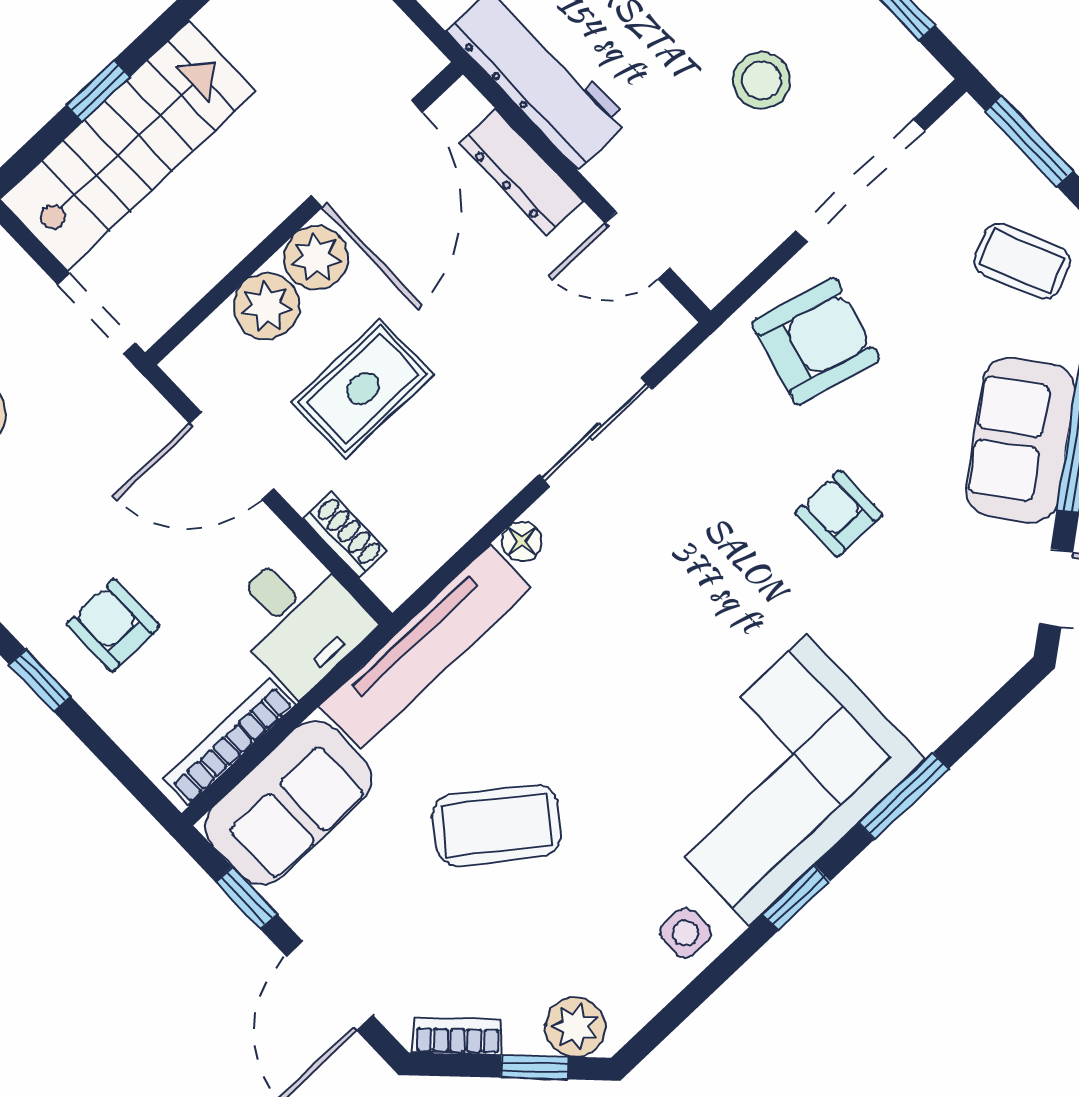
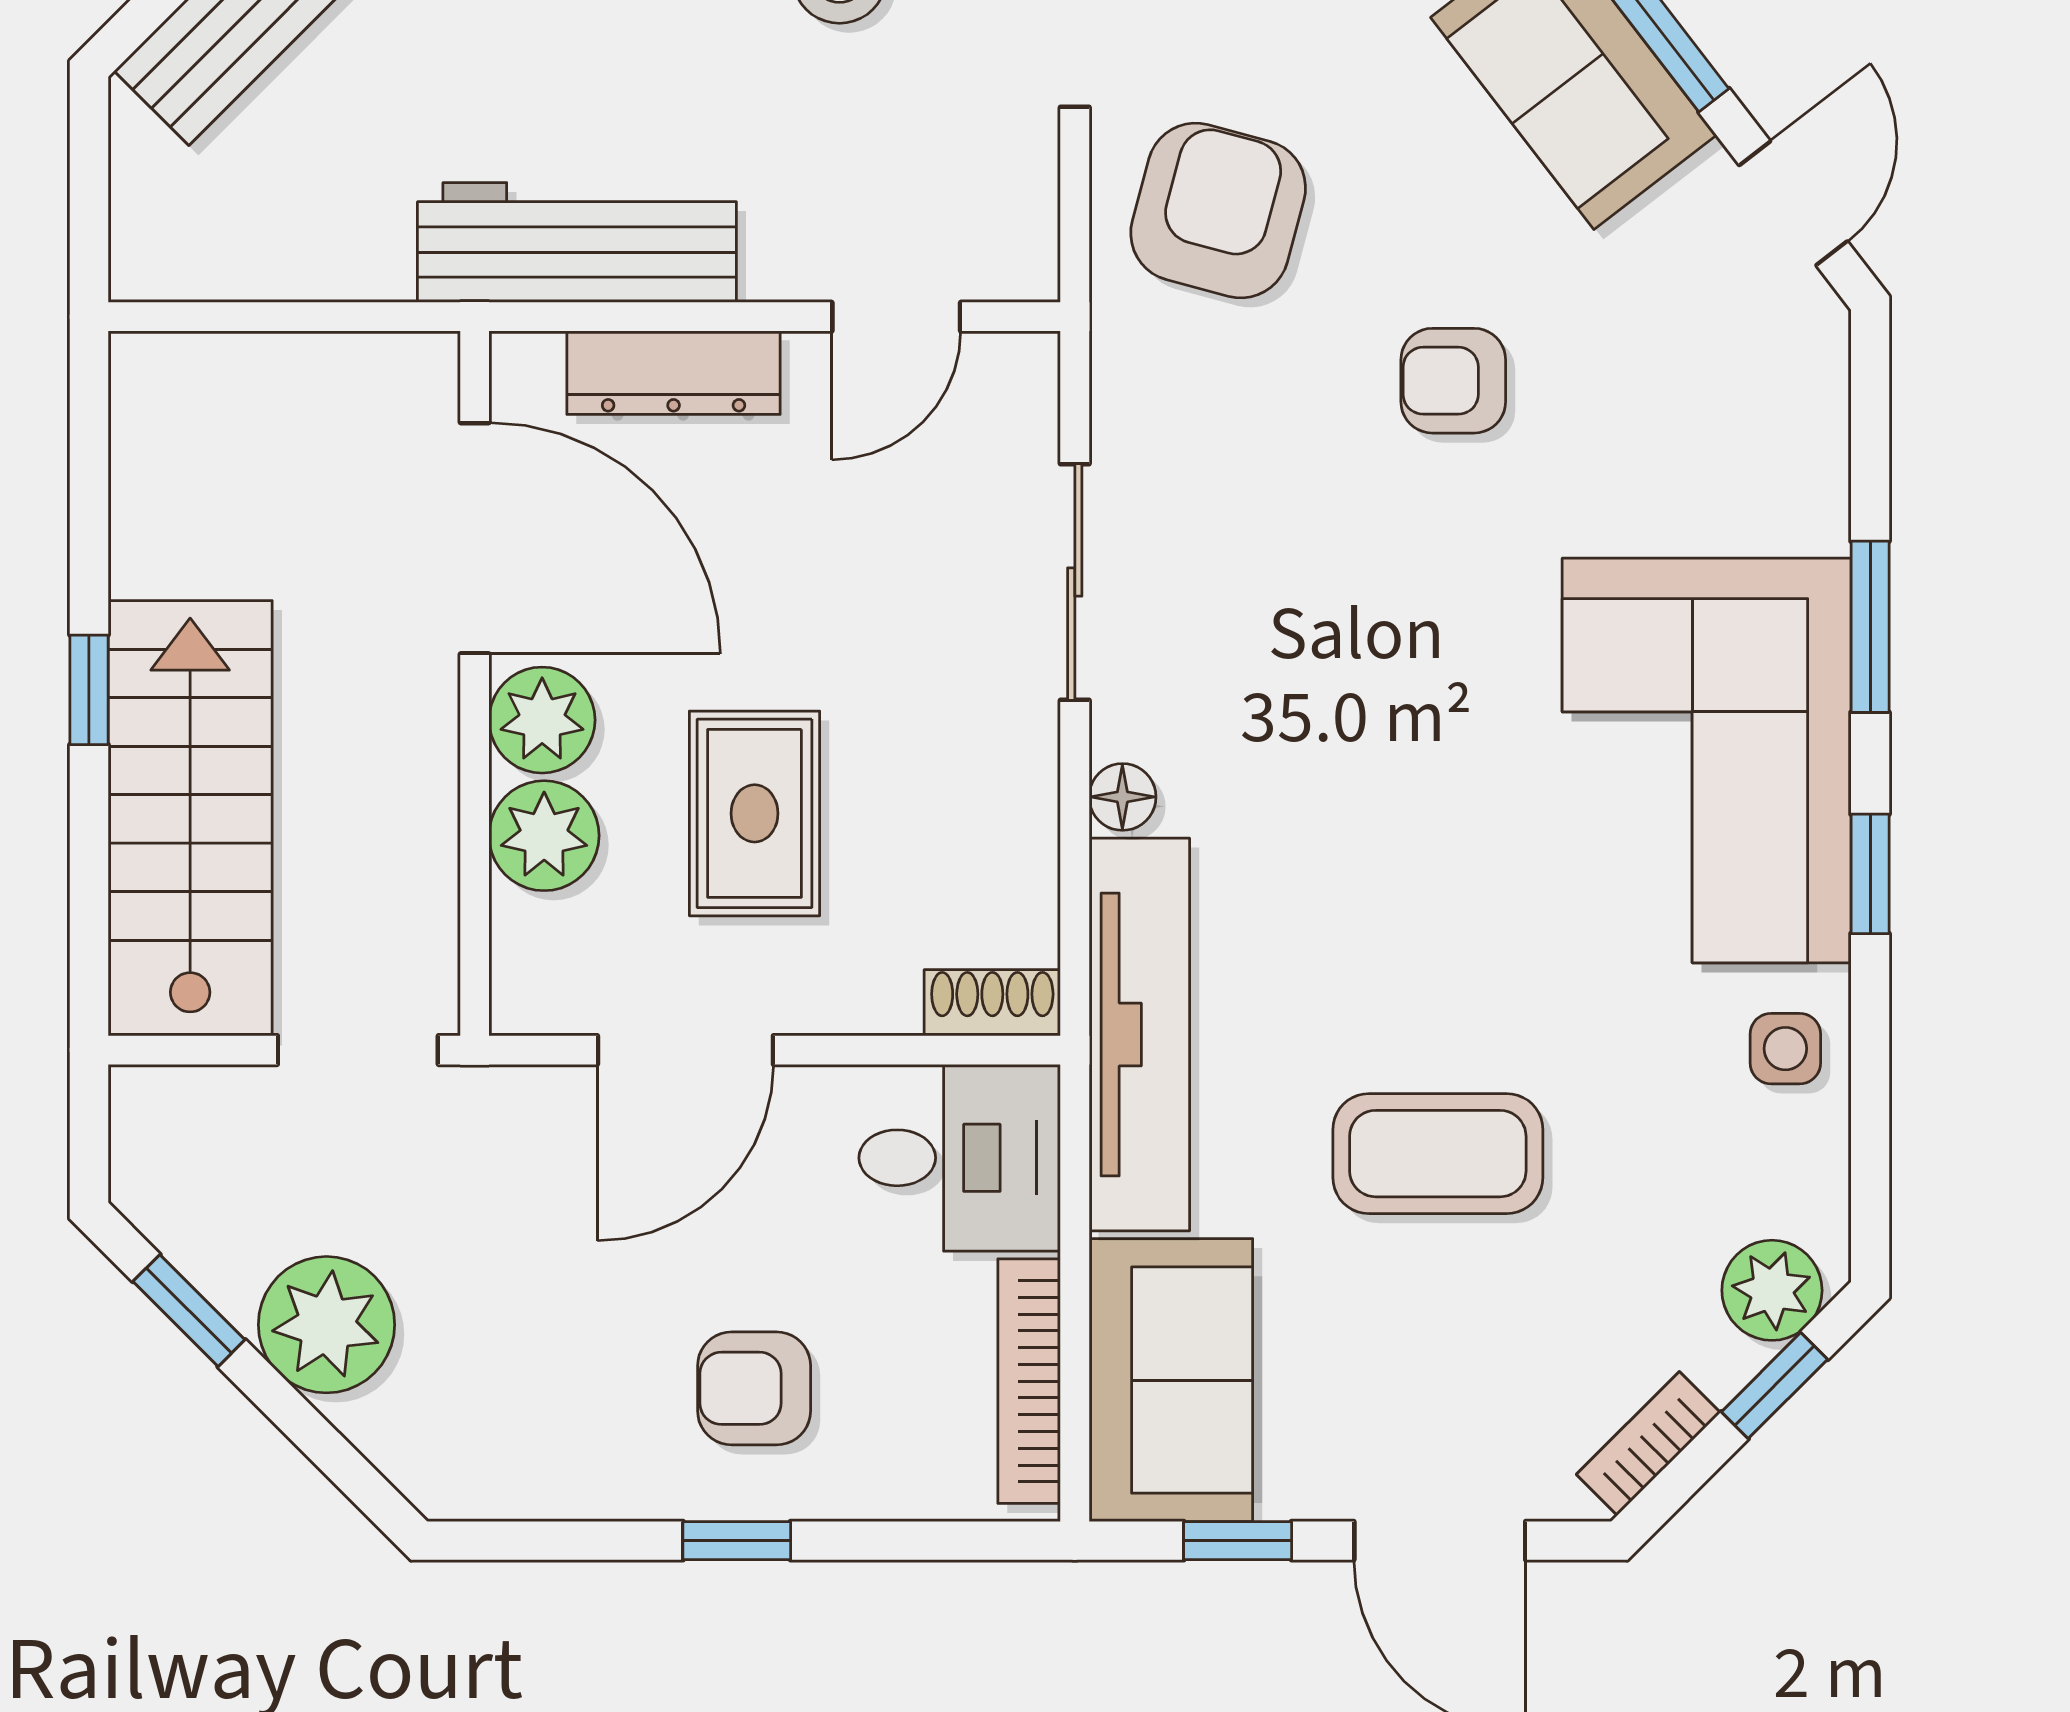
window: (98, 90) -> (89, 690), moved
shoe rack: (345, 535) -> (992, 1003), moved
coffee table: (497, 825) -> (1438, 1154), turned 53

